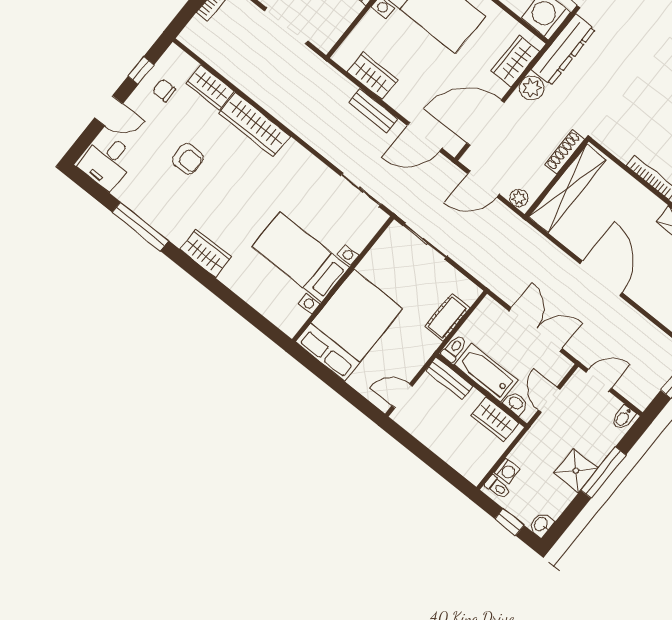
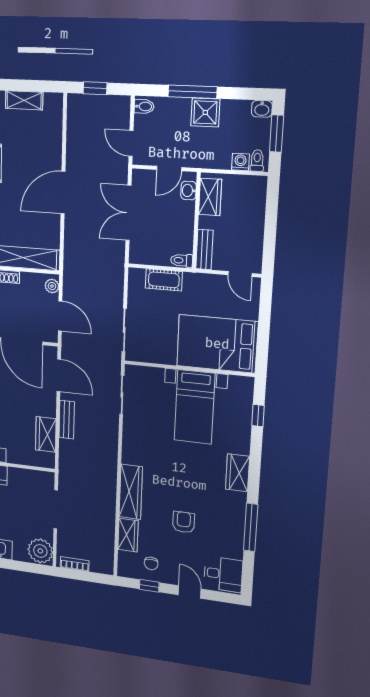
window: (251, 315) -> (258, 415), added
bathtub: (486, 372) -> (182, 227), removed
window: (509, 522) -> (277, 134), width x1.50

